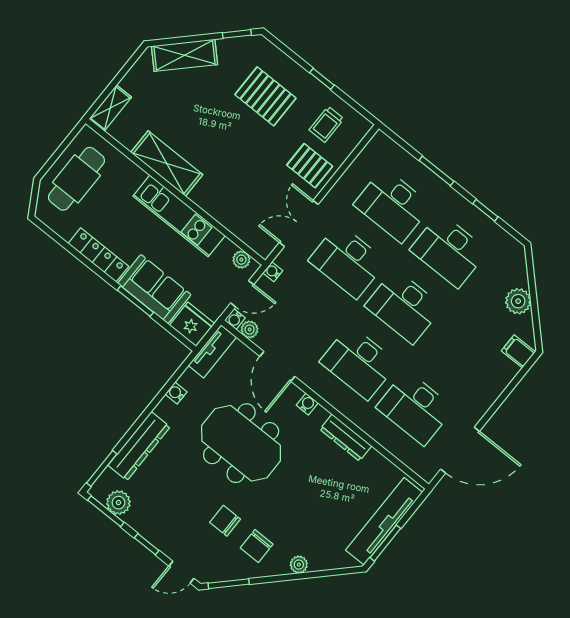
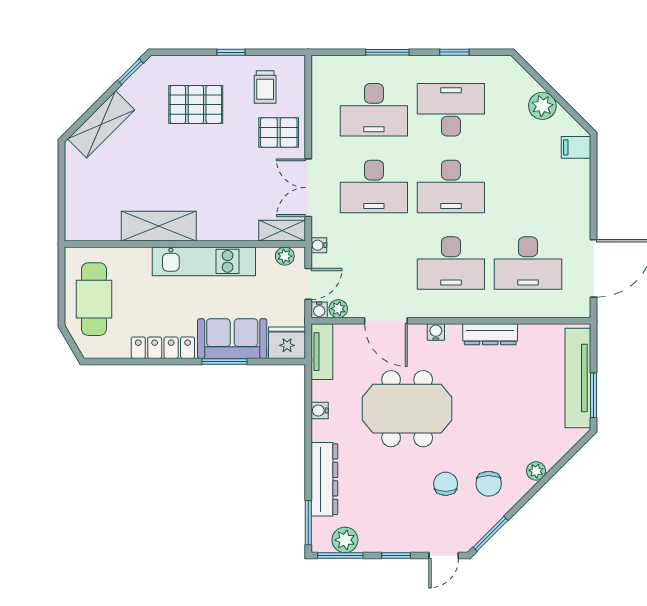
shelving: (110, 108) -> (282, 231), moved, turned 90
desk: (449, 250) -> (451, 110), turned 180
chair: (225, 521) -> (446, 484), turned 90

